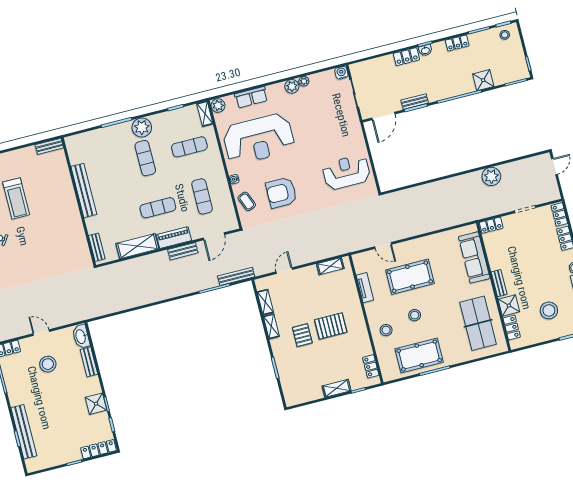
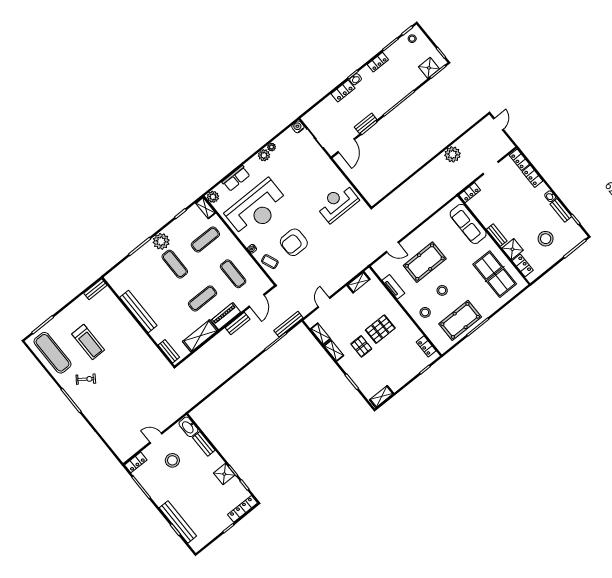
shower: (483, 80) -> (429, 68), moved
shelving: (337, 388) -> (382, 397), moved

